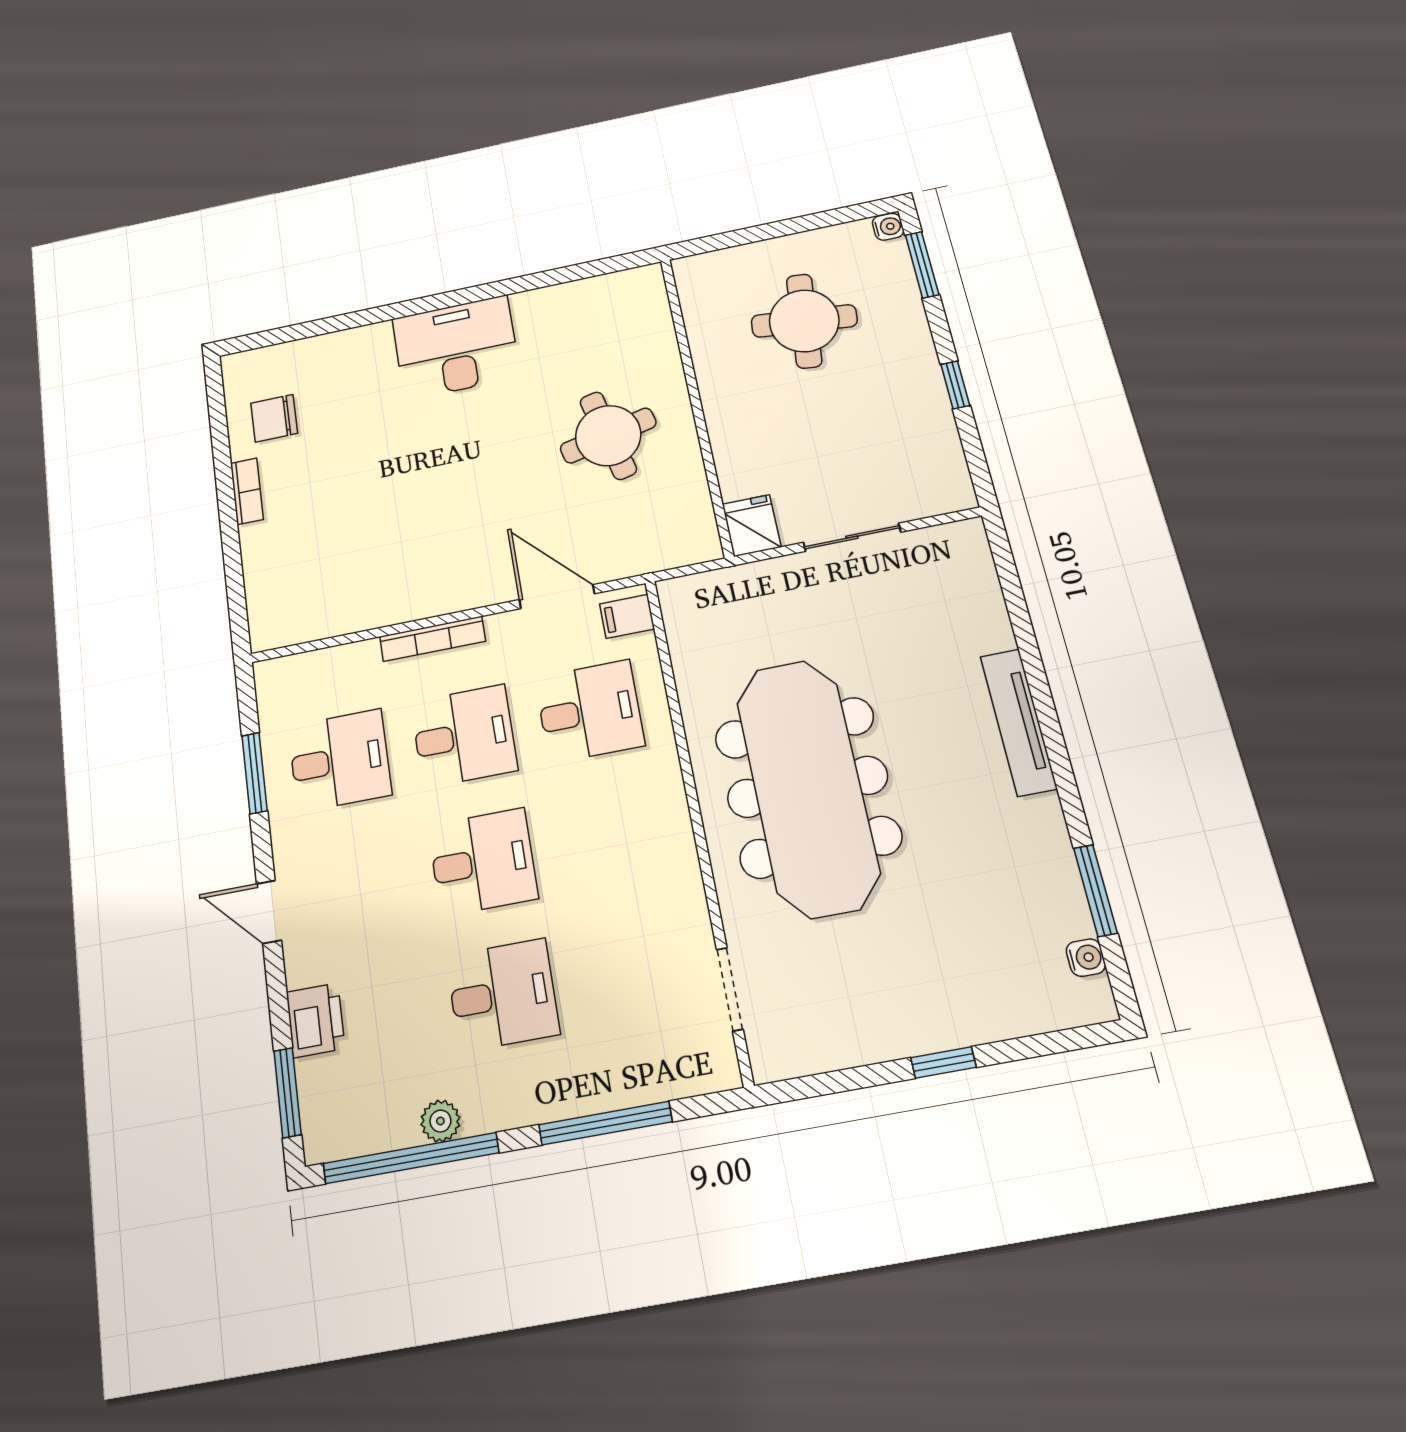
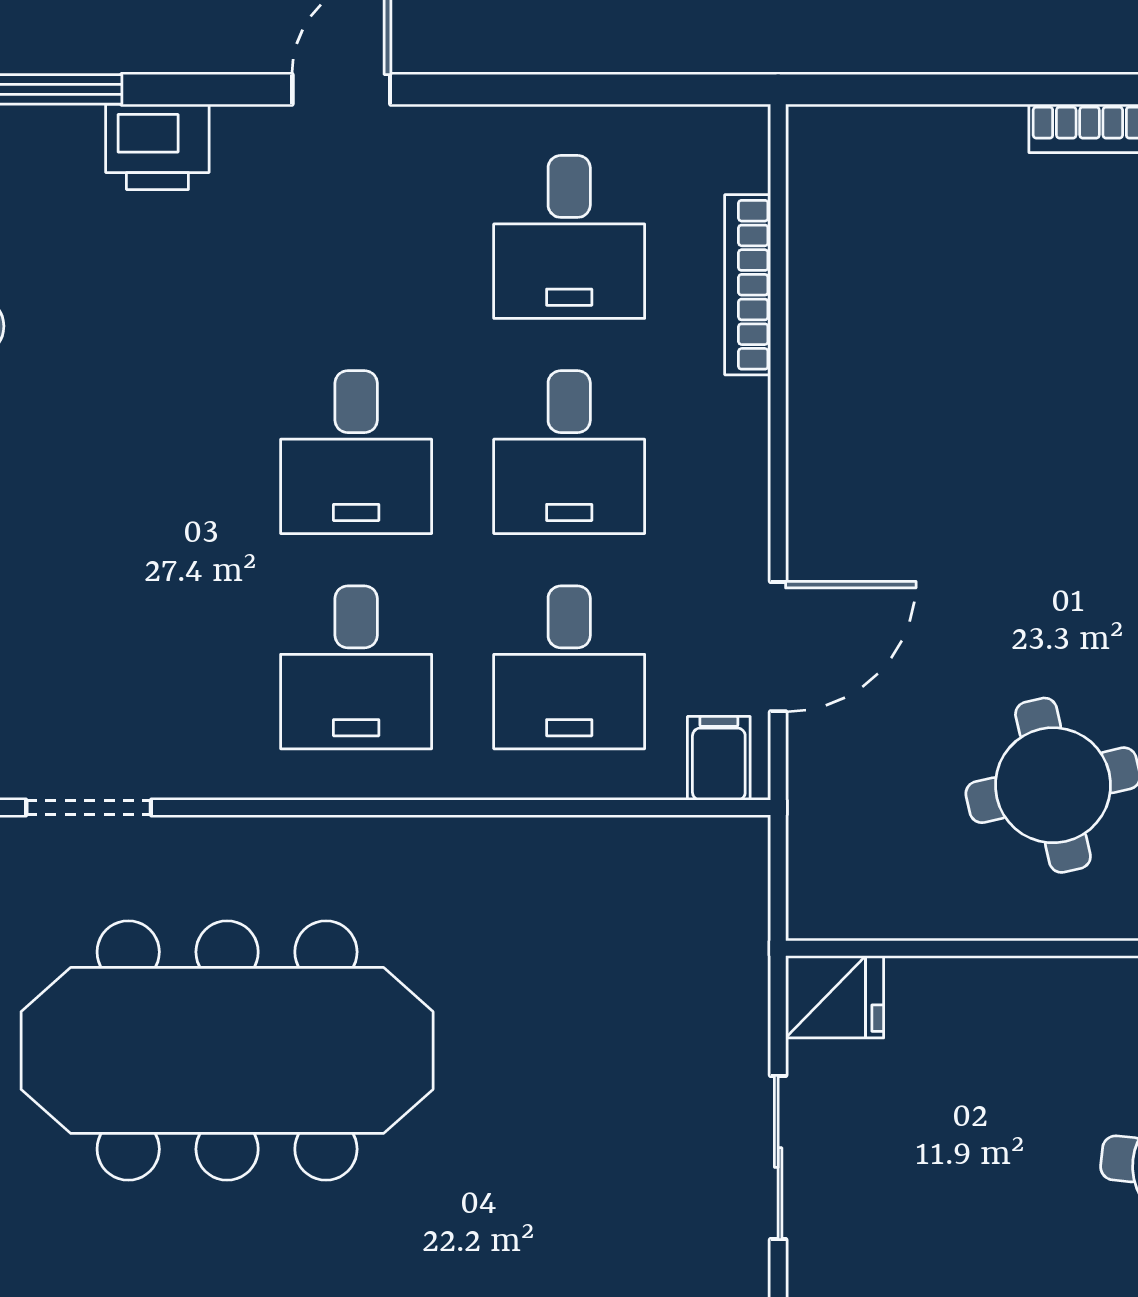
bookcase: (433, 639) -> (748, 285), moved
window: (255, 773) -> (576, 89), removed
meeting table: (807, 787) -> (227, 1050), moved
desk: (503, 995) -> (356, 667), moved

